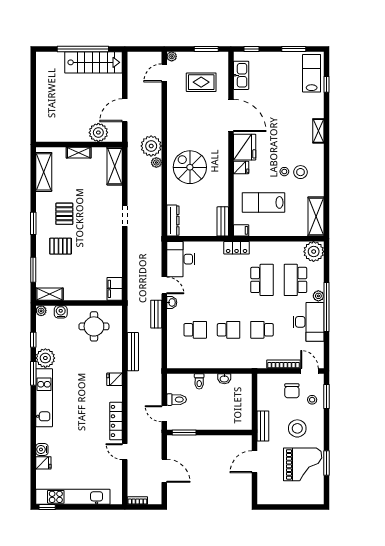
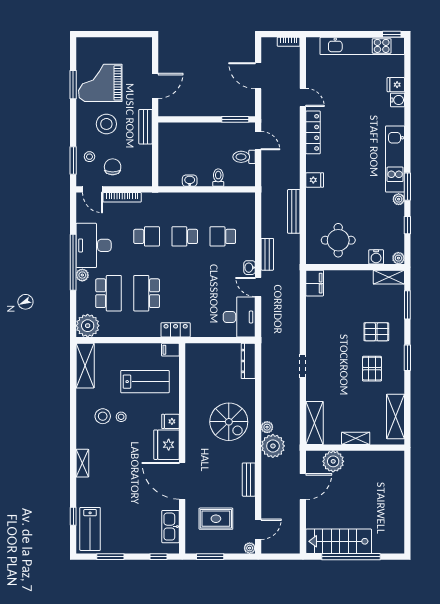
bench: (223, 221) -> (249, 480), moved
plant: (45, 358) -> (399, 199), width x0.53, depth x0.53

